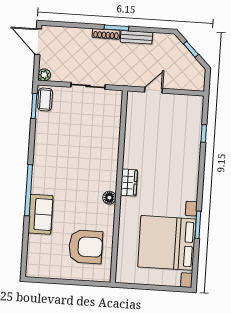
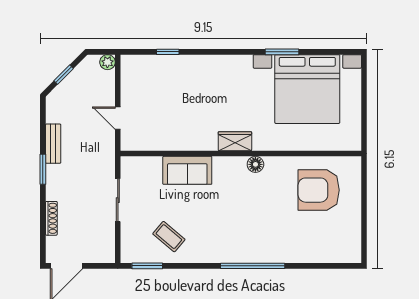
shoe rack: (106, 34) -> (51, 218), moved
plant: (44, 75) -> (107, 62), moved
coffee table: (45, 100) -> (169, 237), moved, turned 40
sofa: (40, 214) -> (187, 170), moved, turned 180
armchair: (86, 247) -> (319, 190), turned -90

